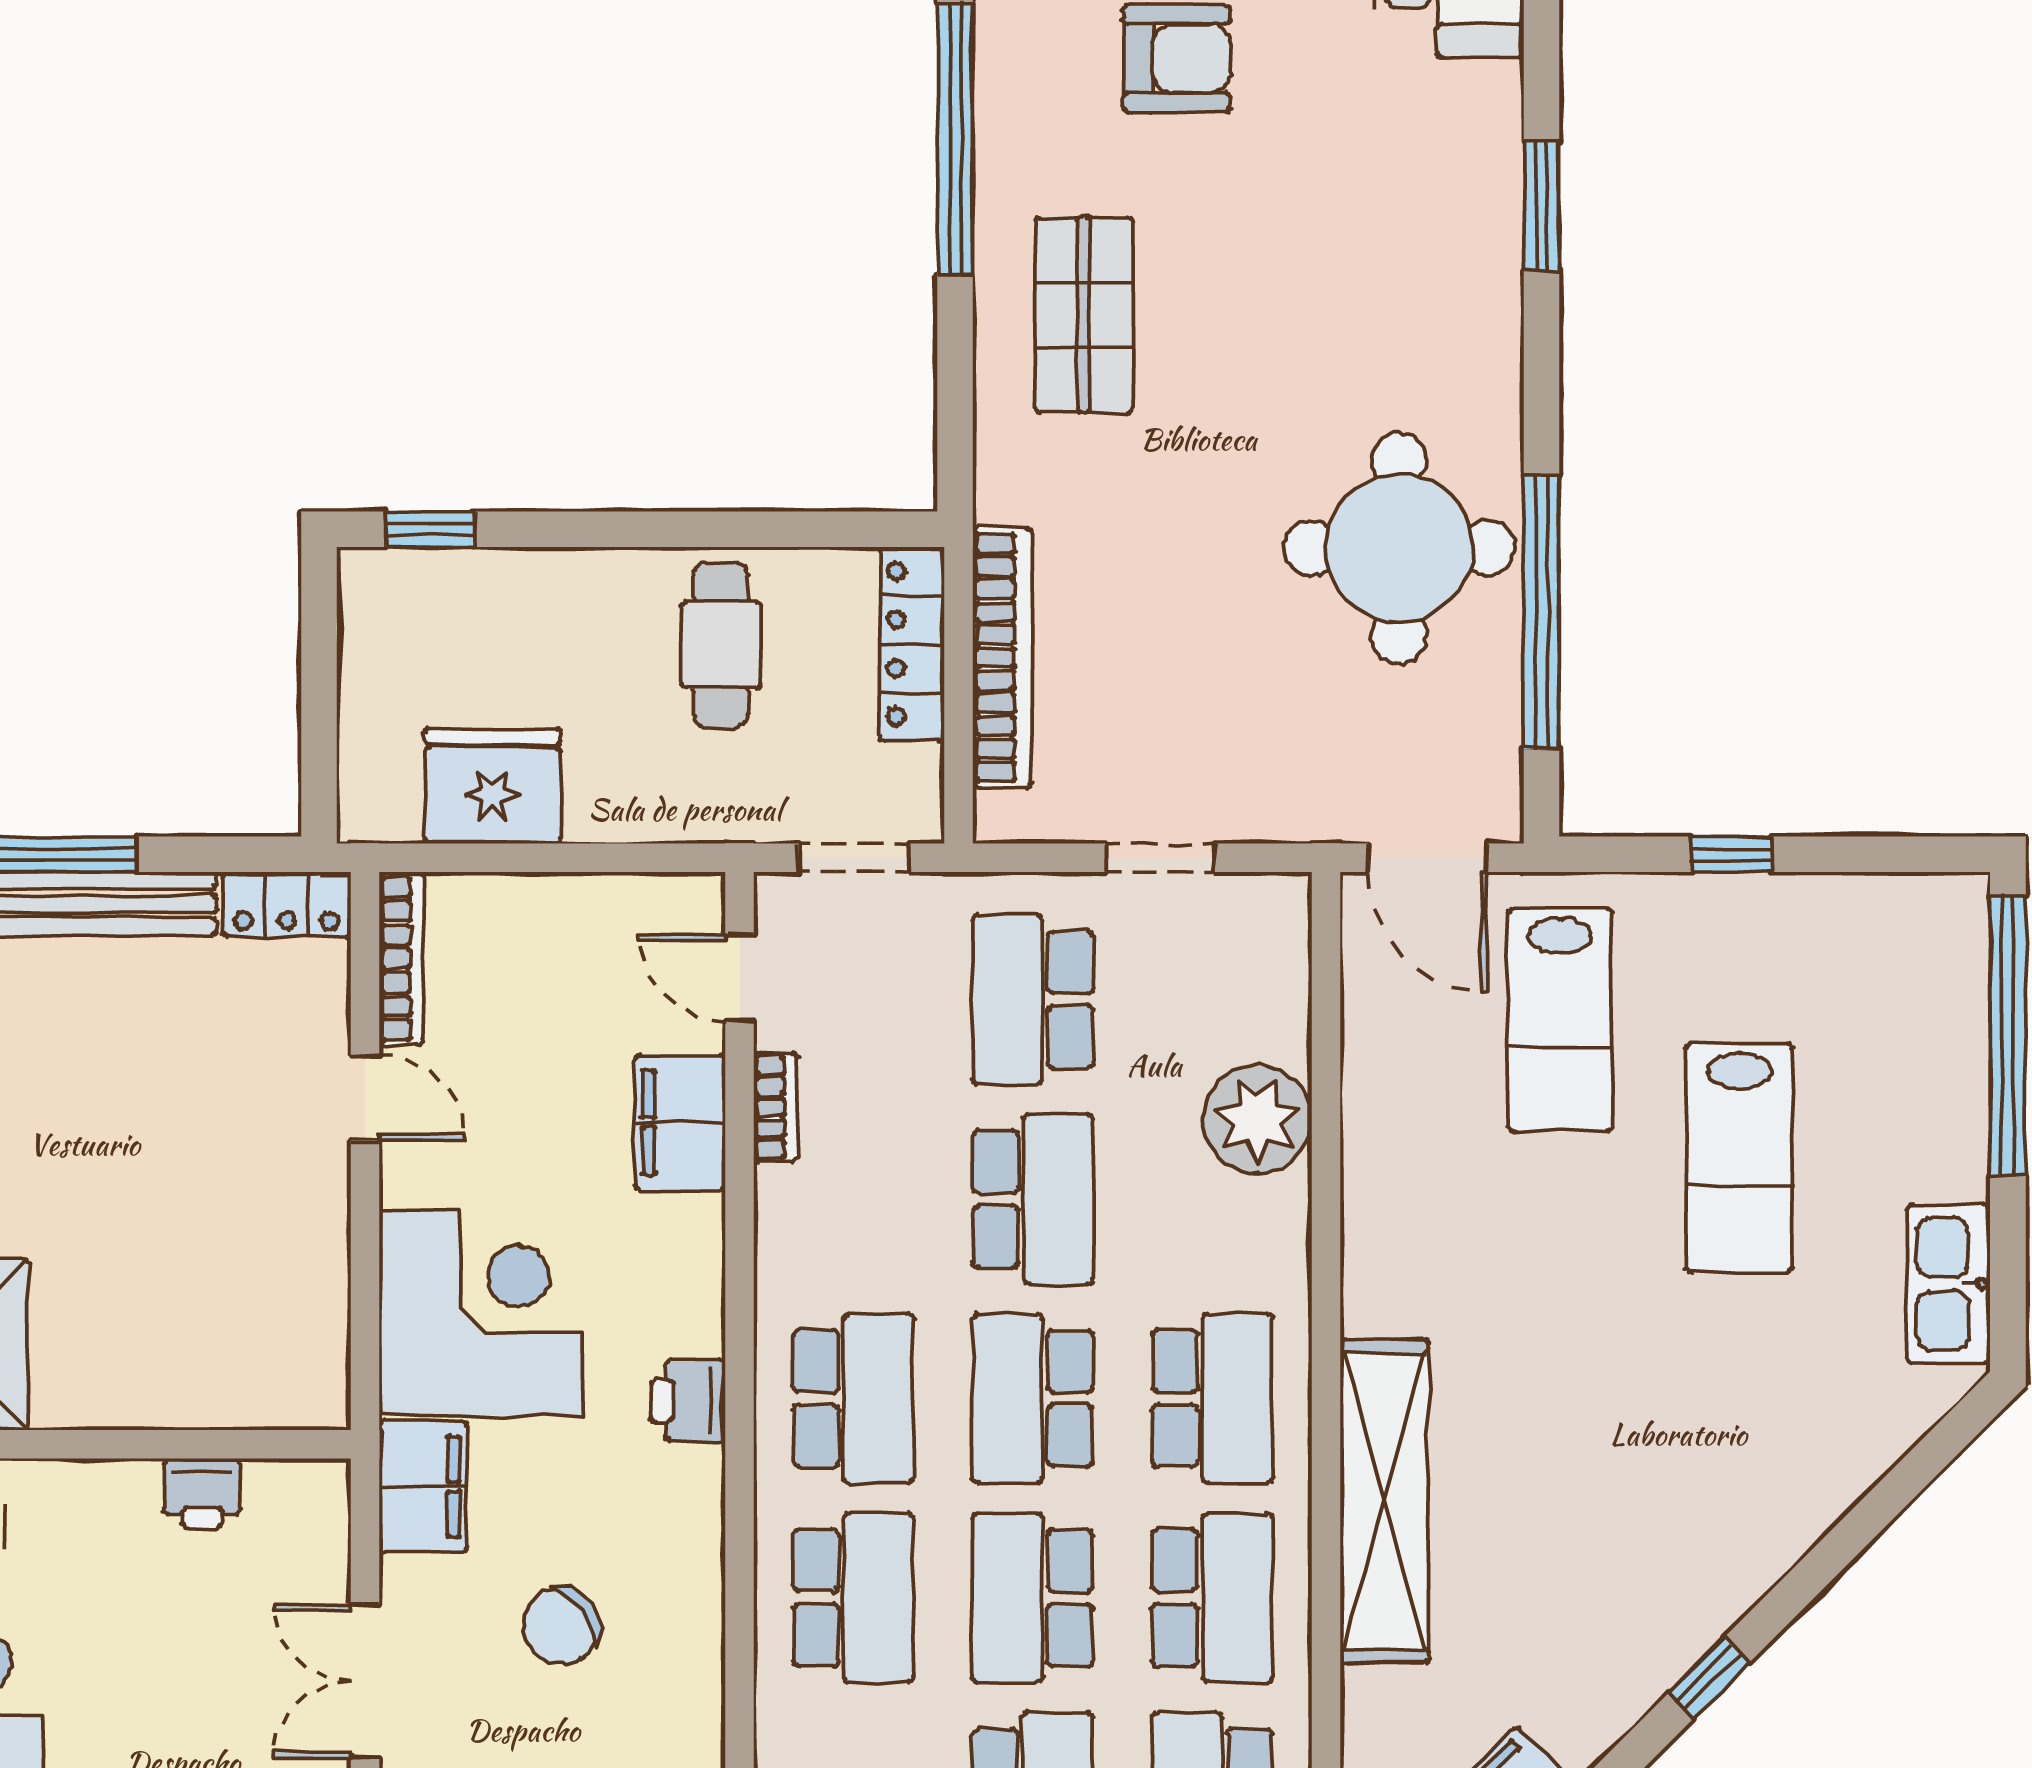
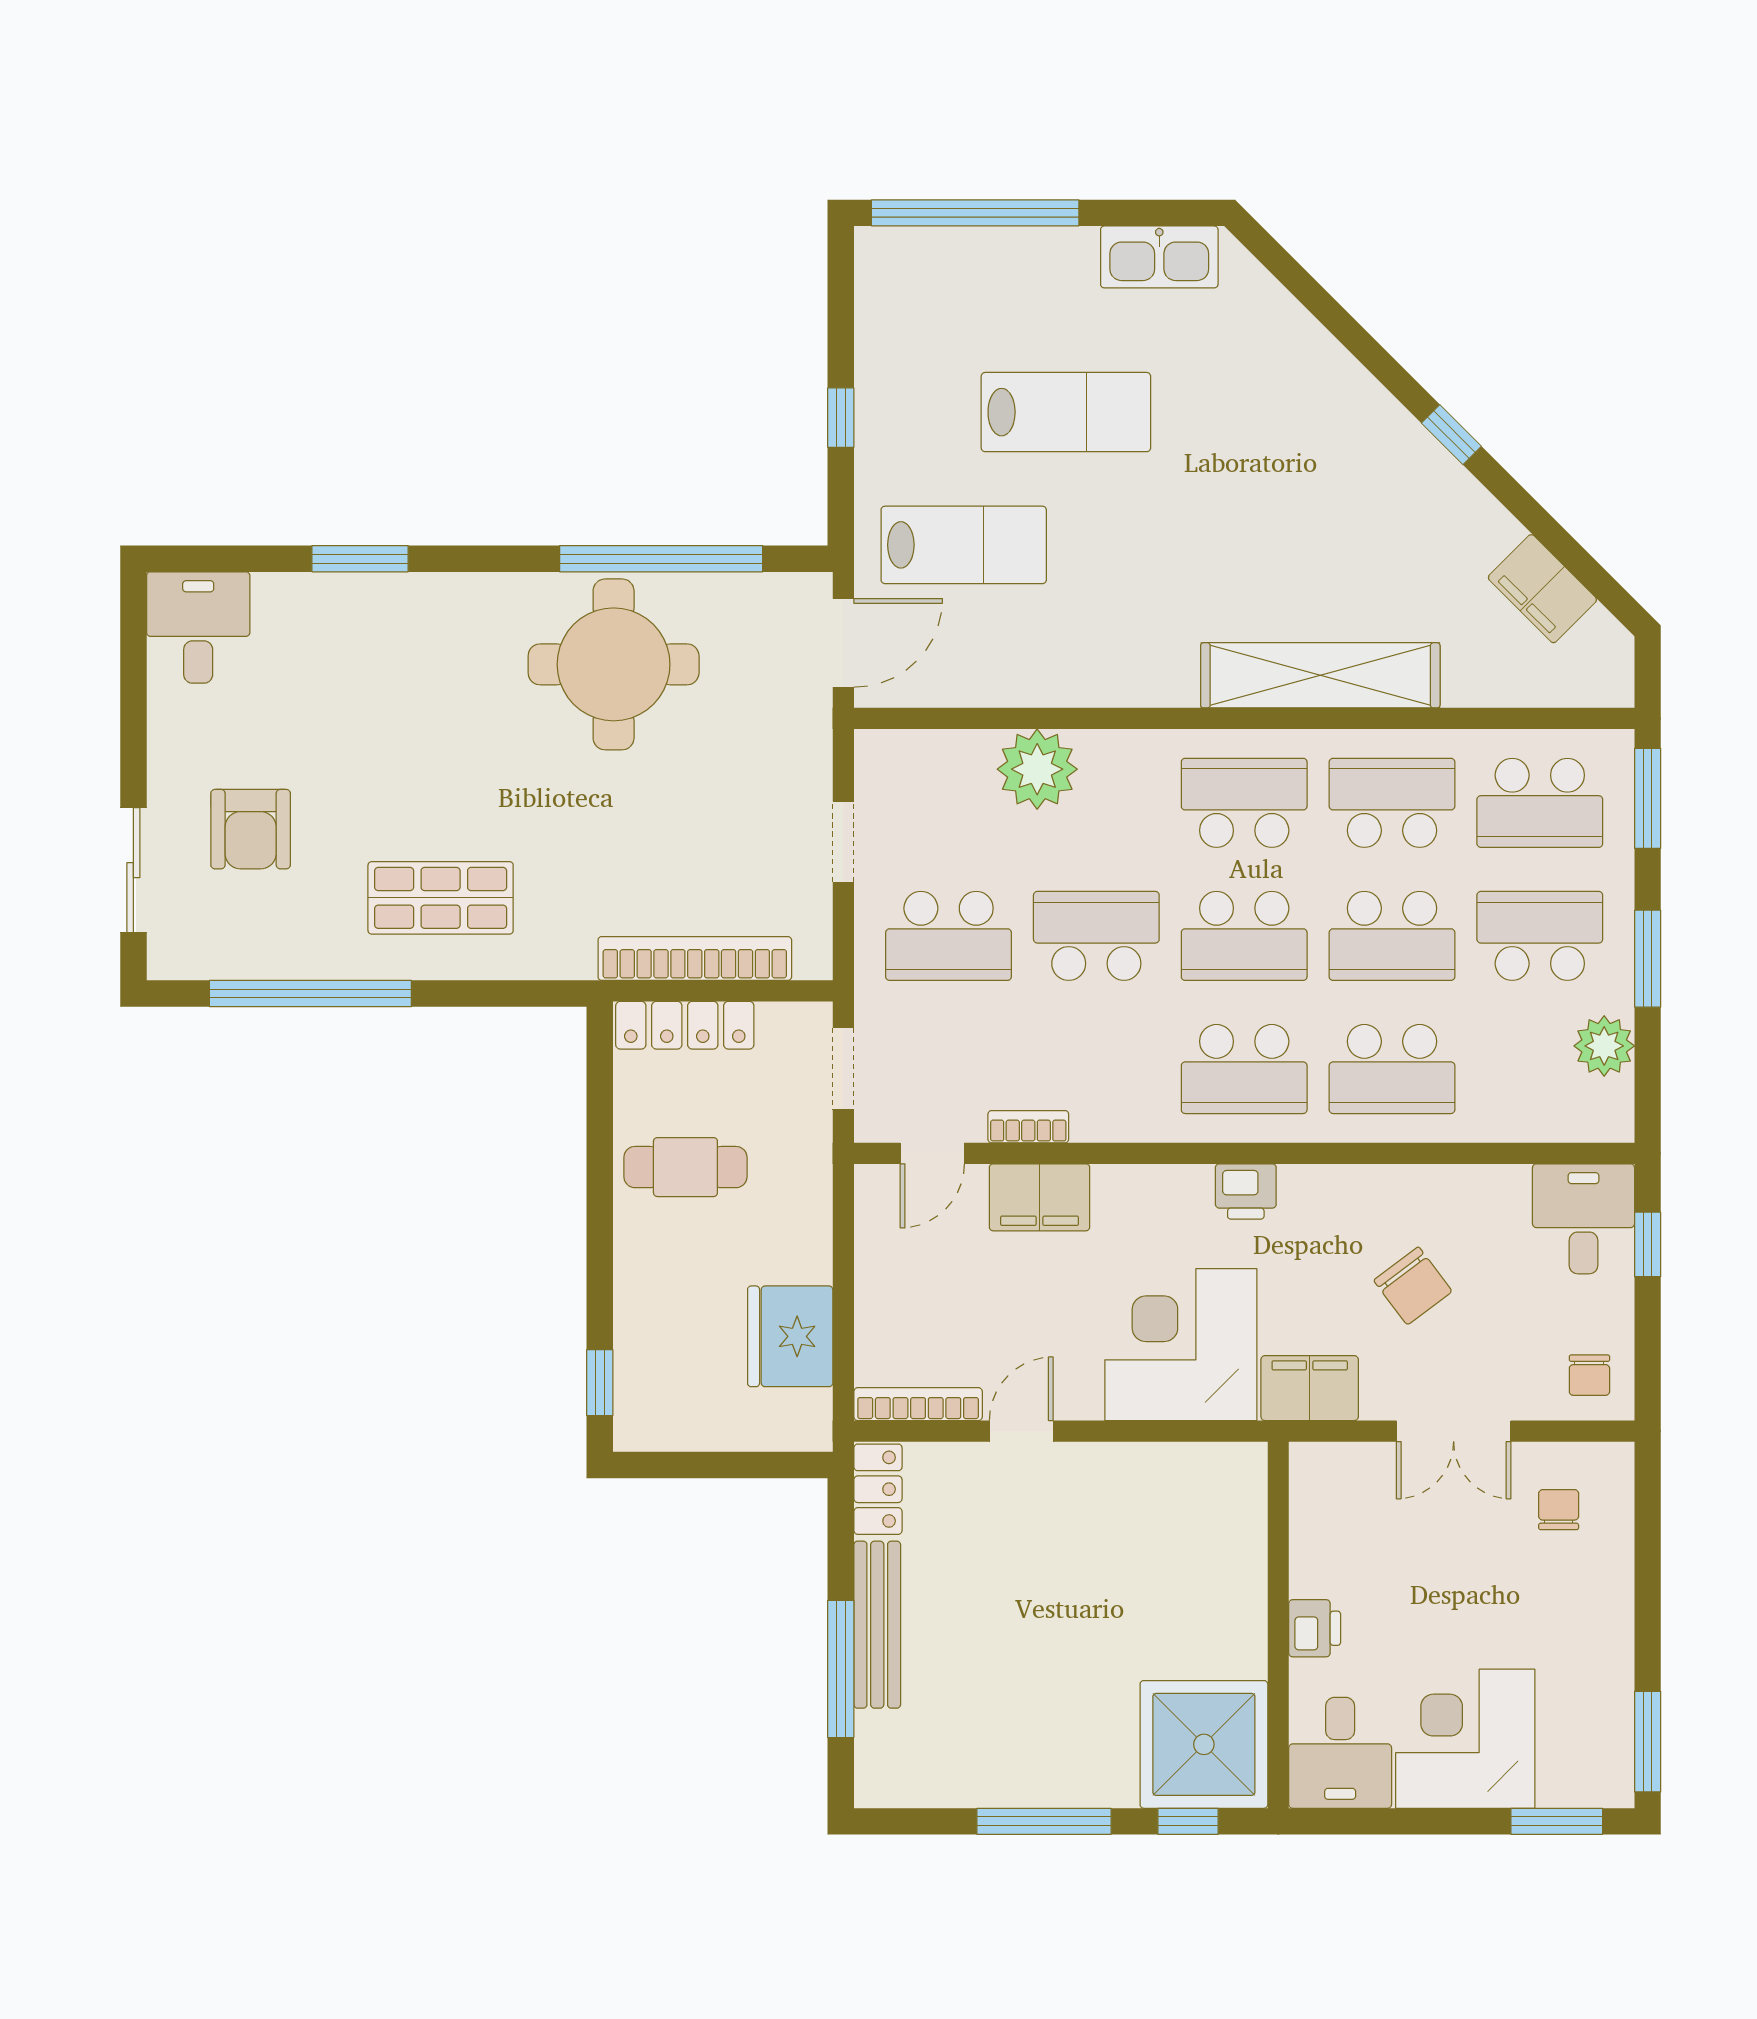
armchair: (1177, 58) -> (251, 829), turned 180
school desk: (853, 1398) -> (1244, 1069), turned 180
printer: (202, 1493) -> (1315, 1628), moved
school desk: (853, 1598) -> (1392, 1069), turned 180

